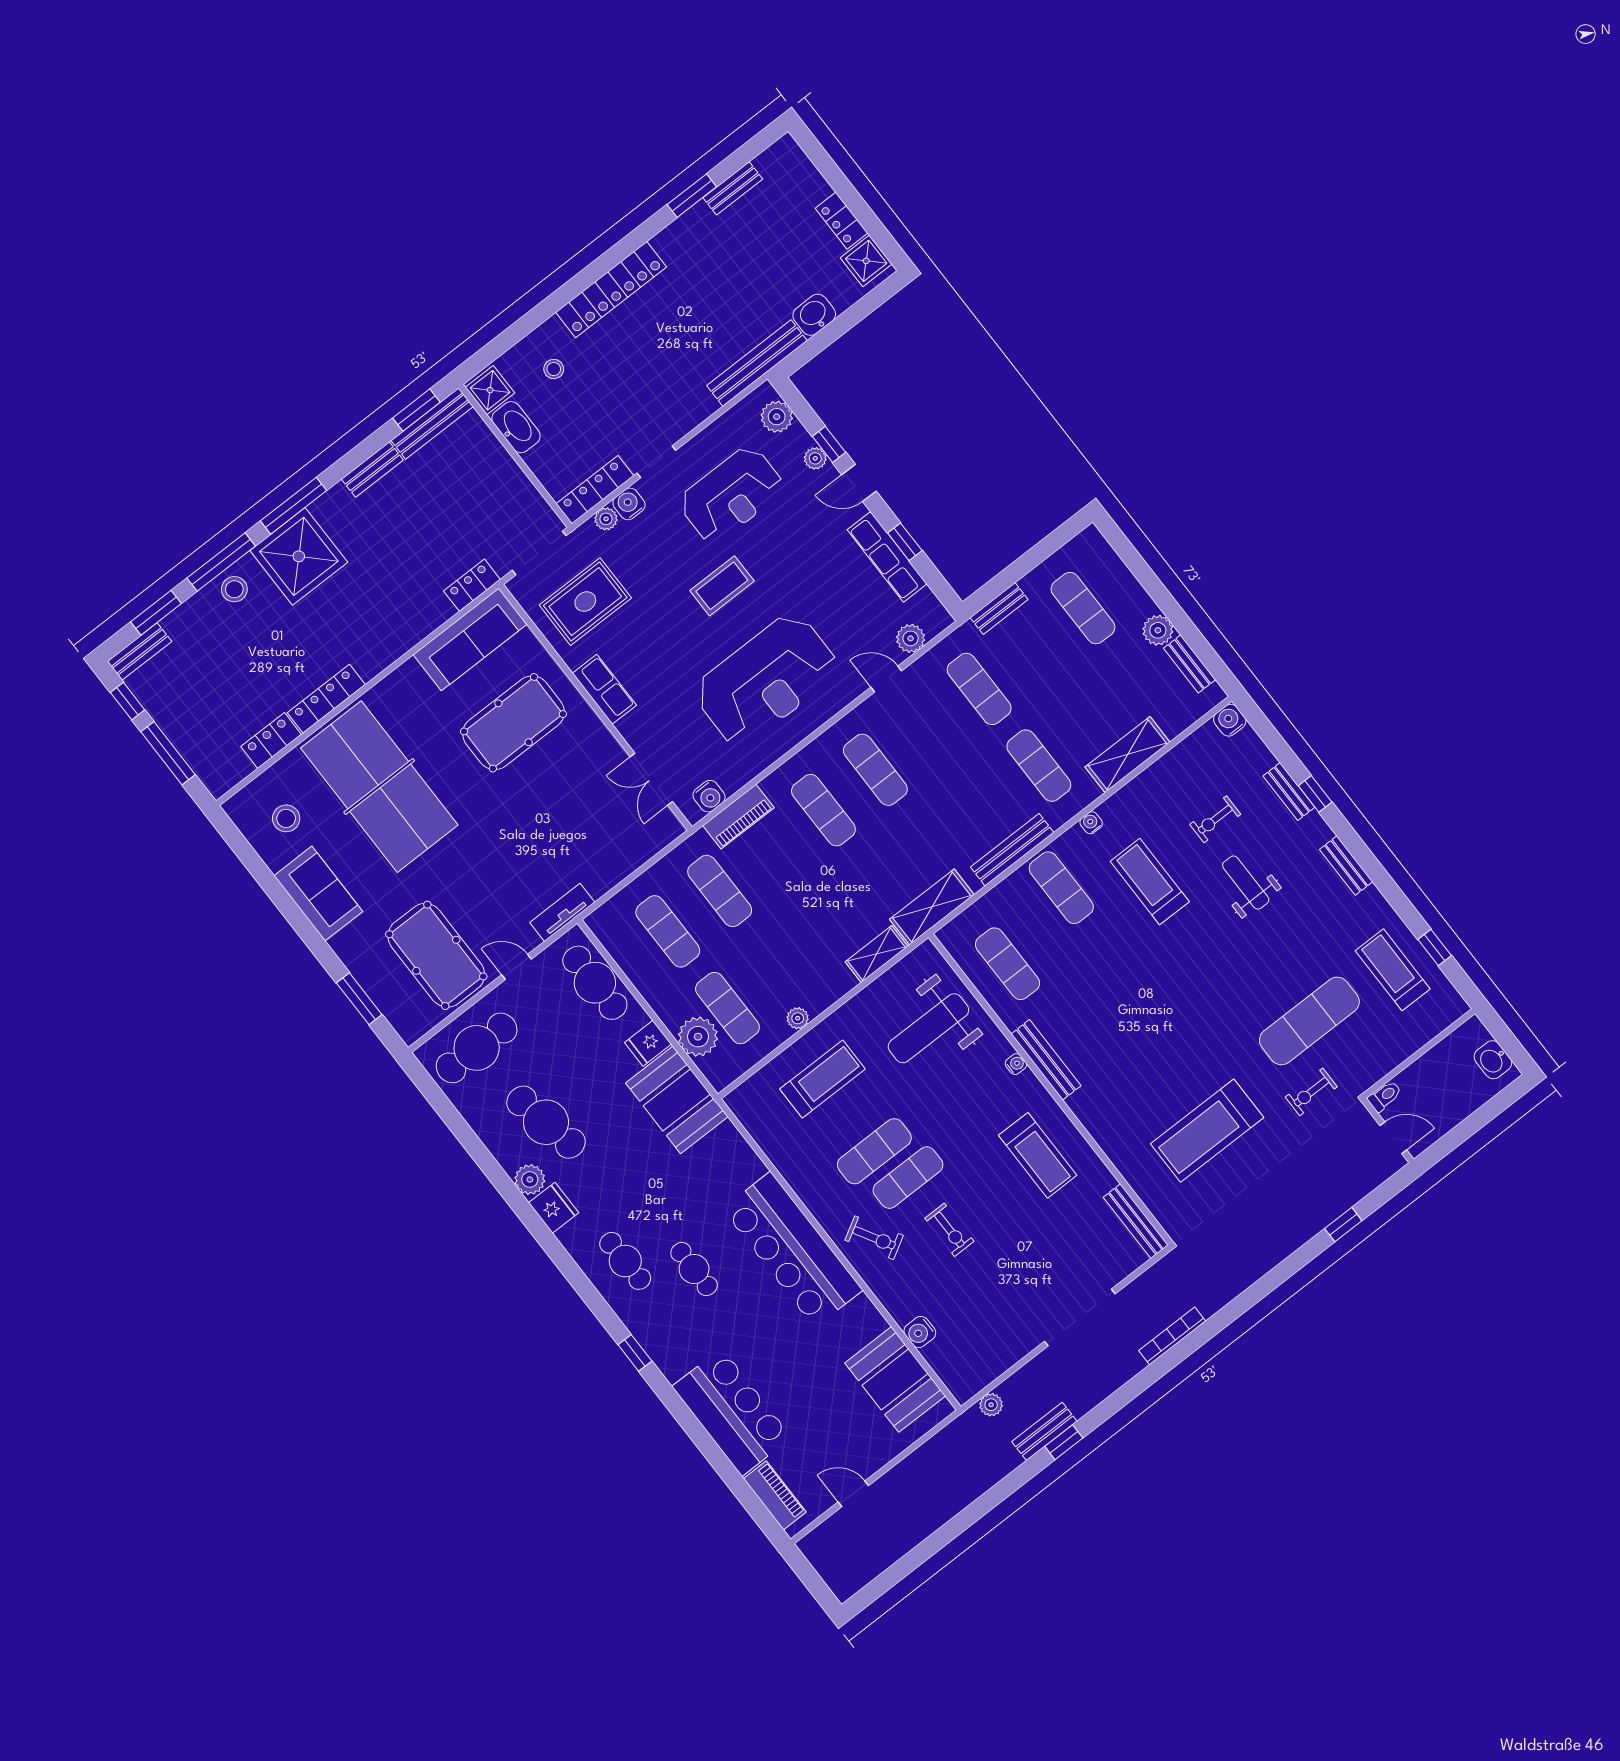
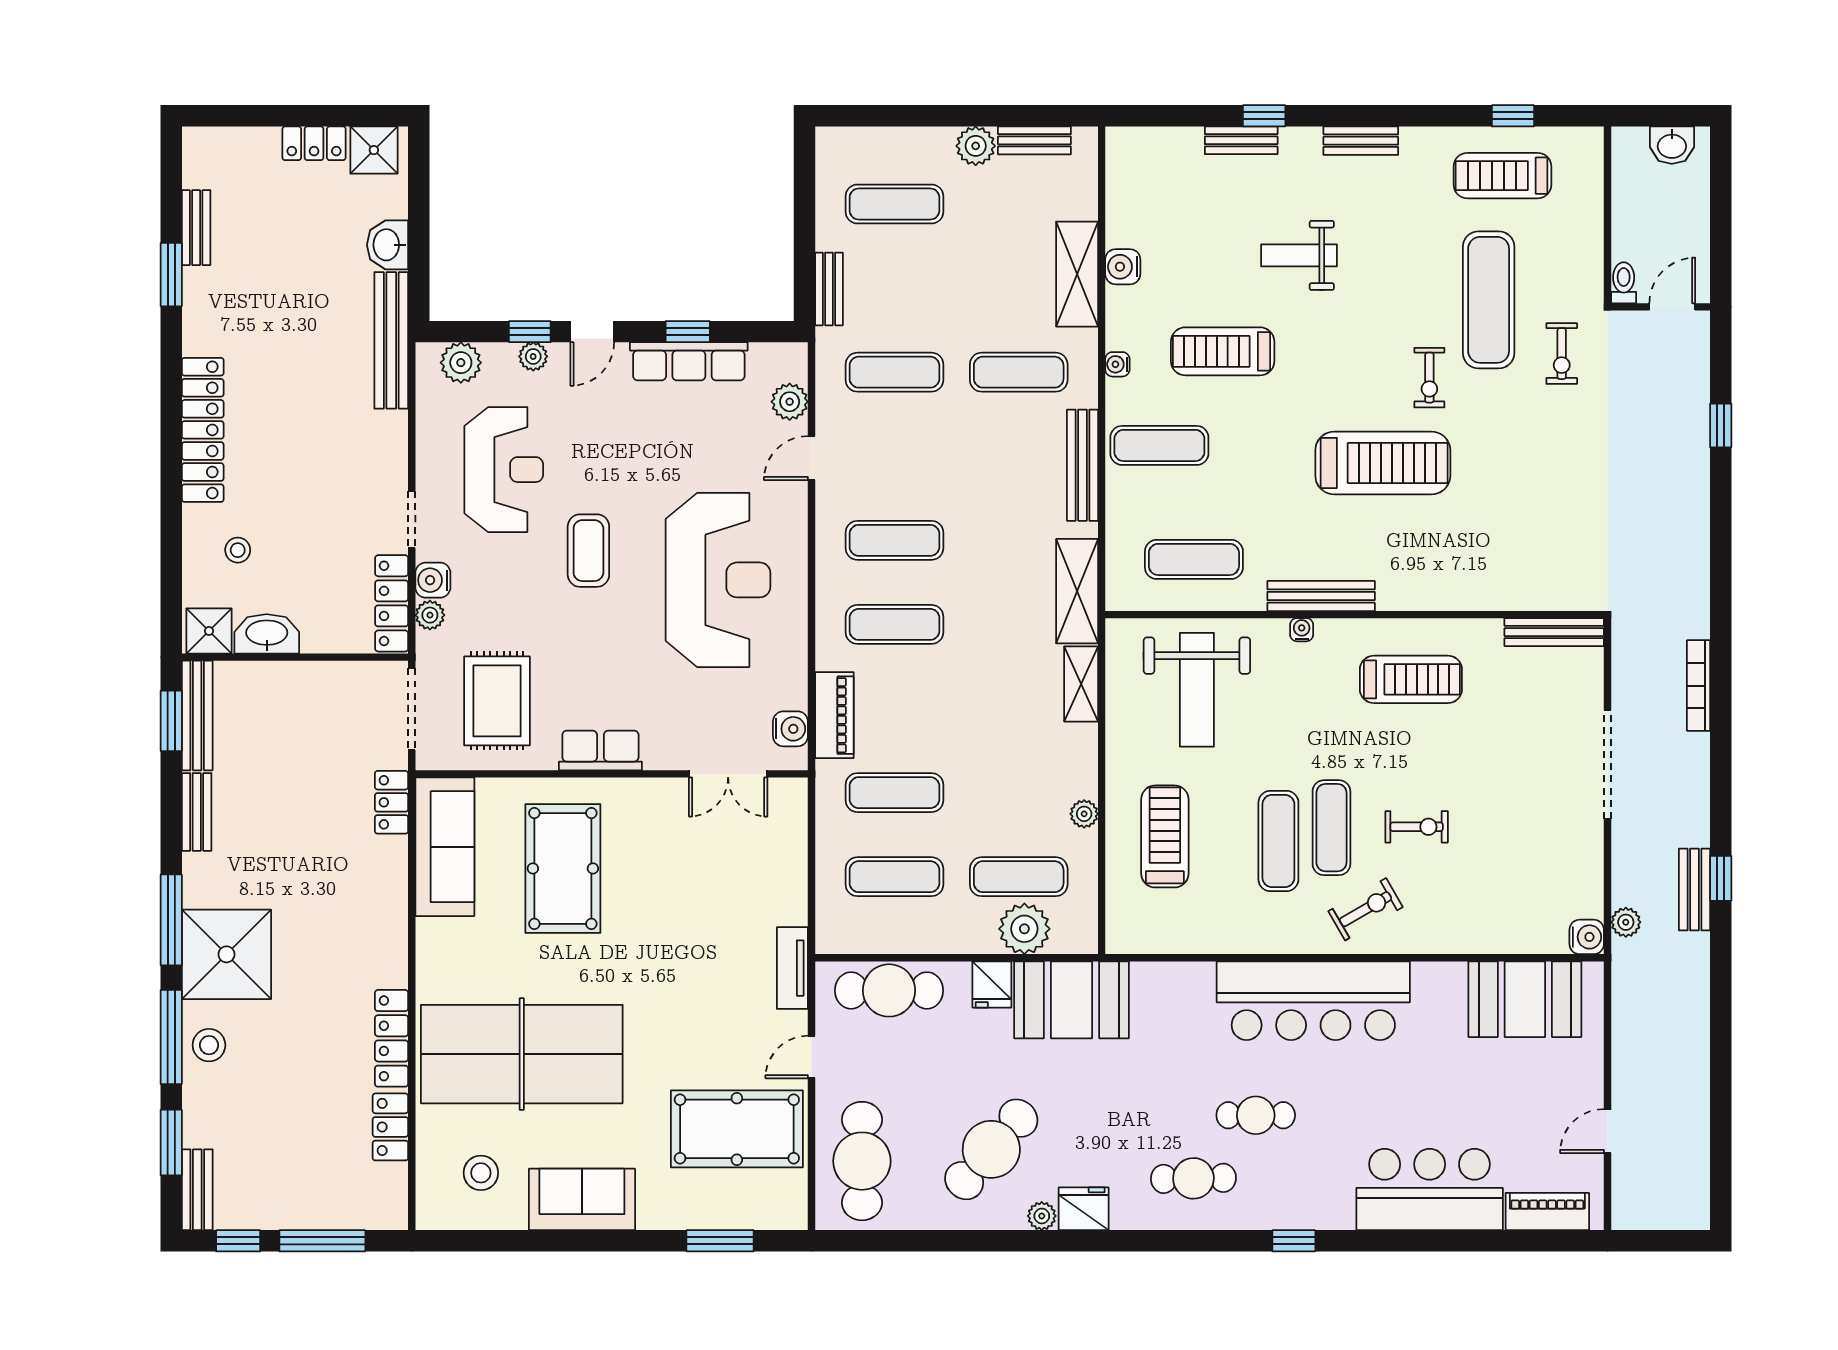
water cooler: (1230, 720) -> (1123, 267), moved
exercise bike: (1215, 819) -> (1429, 378), moved
cafe table: (546, 1122) -> (991, 1149), turned -38
treadmill: (1207, 1131) -> (1383, 463), moved, turned -90
plant: (530, 1180) -> (1042, 1216), width x0.73, depth x0.73
water cooler: (920, 1332) -> (1587, 937), moved, turned -90

